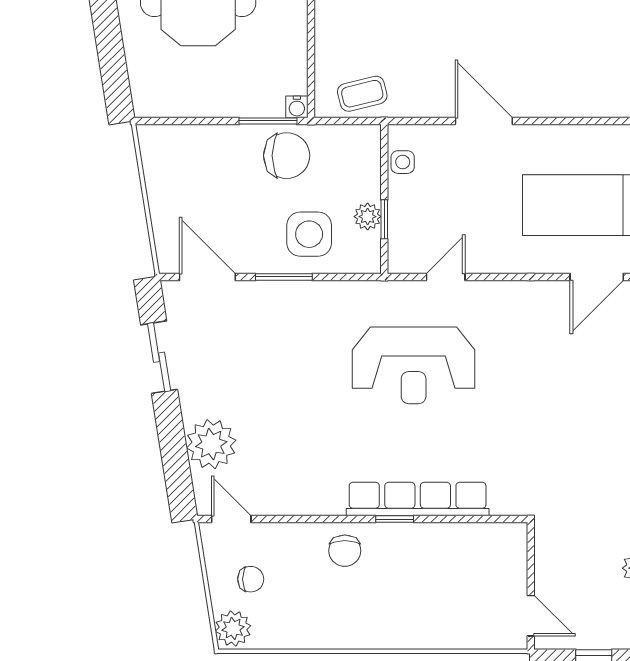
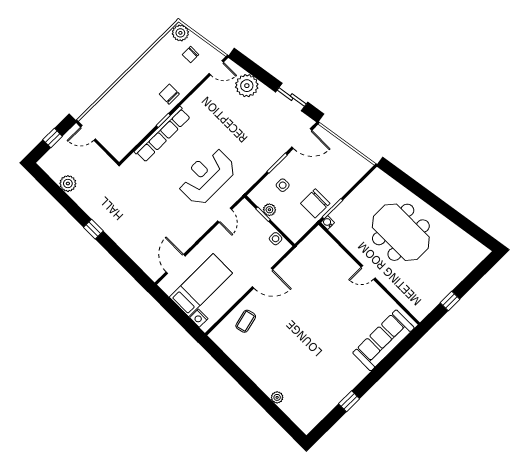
coffee table: (362, 94) -> (246, 321), moved
side table: (309, 234) -> (283, 185), width x0.54, depth x0.54

